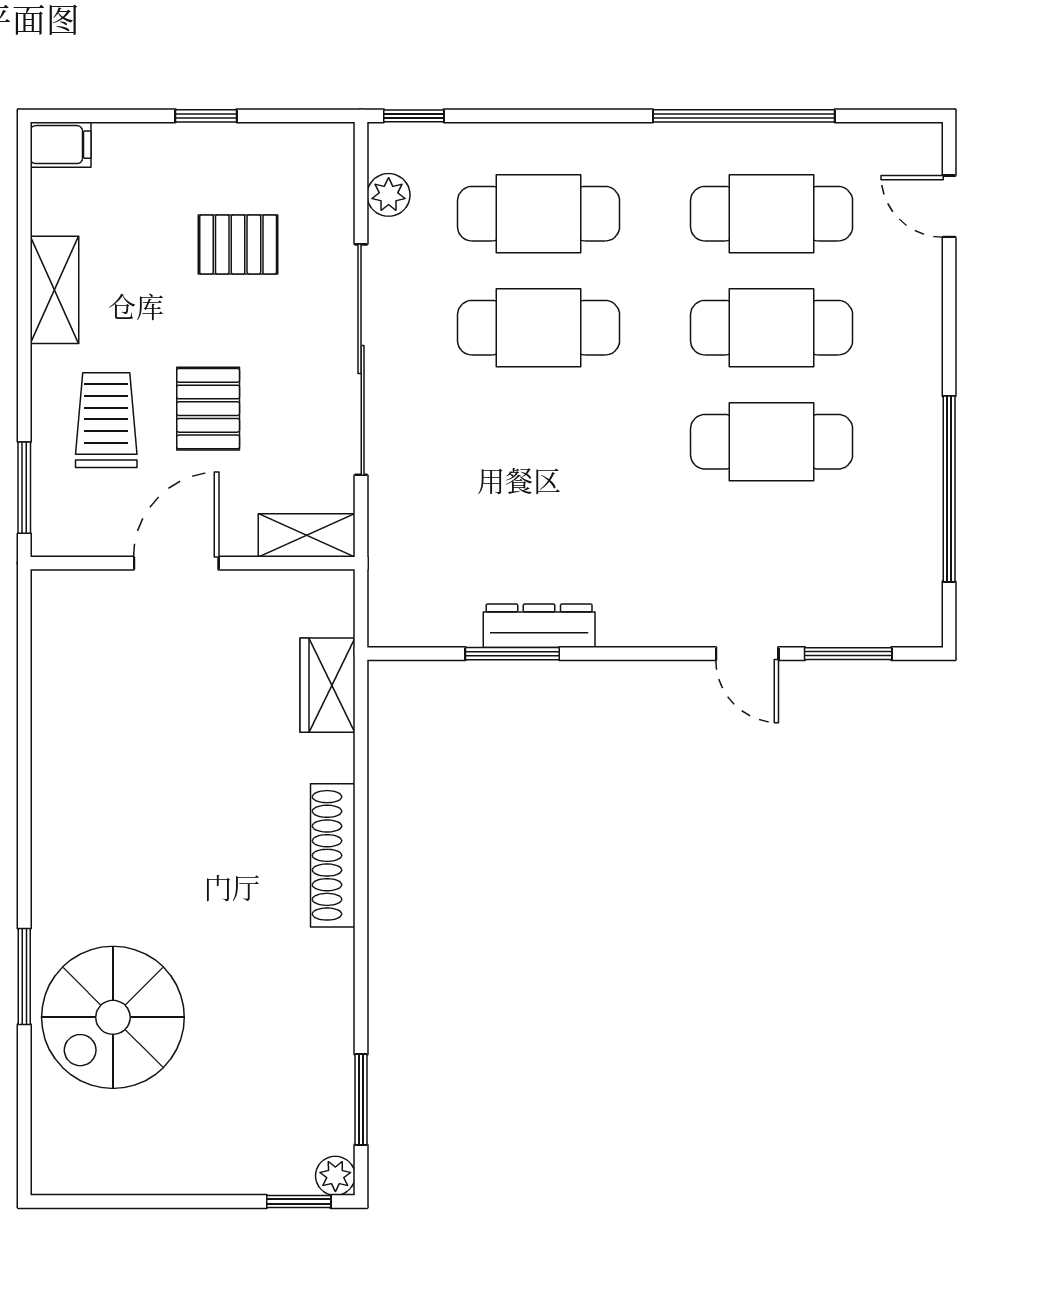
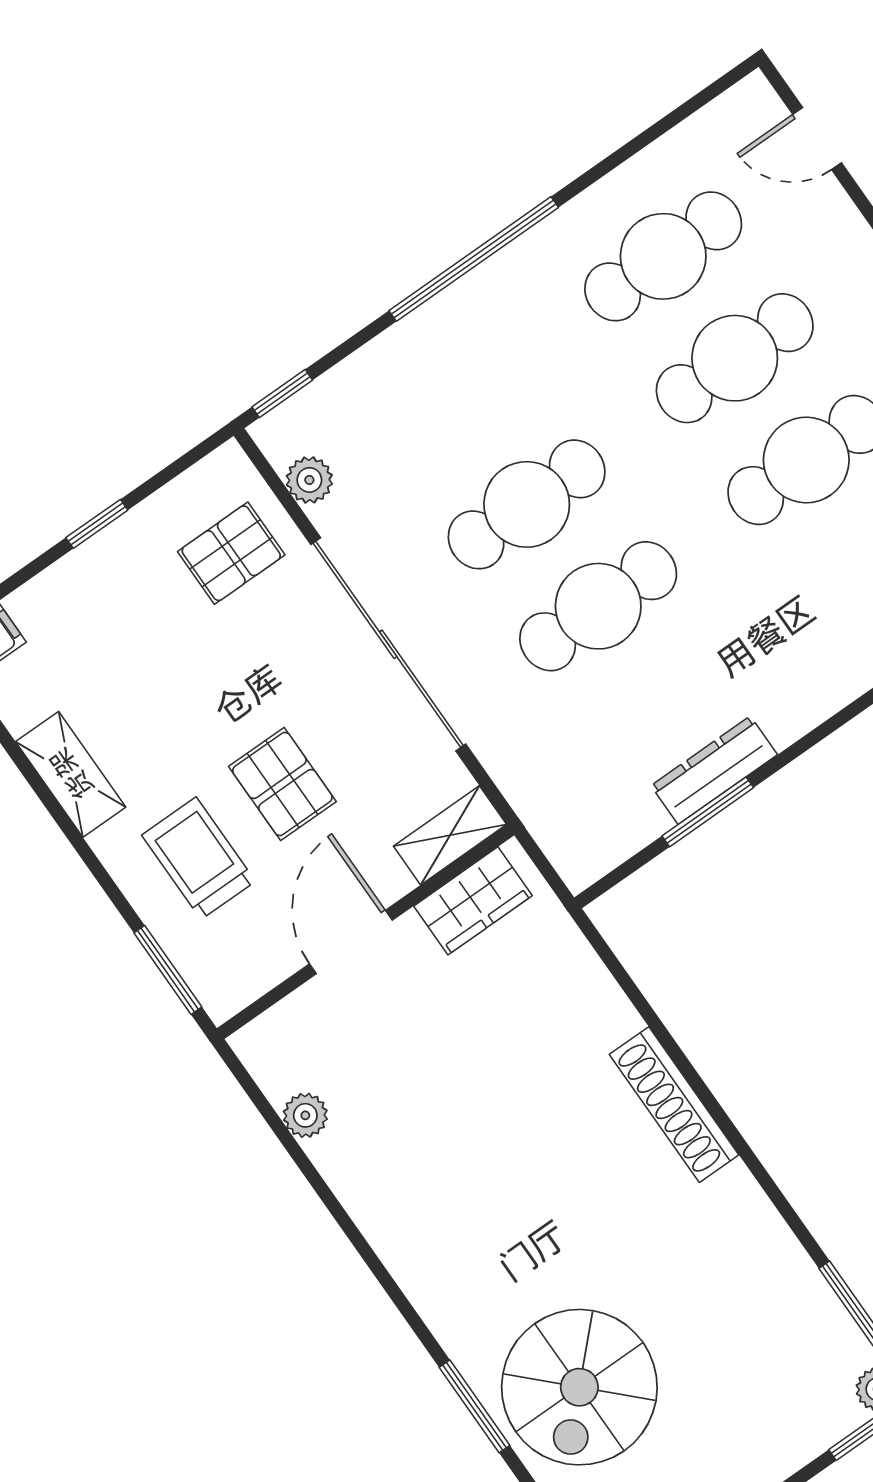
window: (744, 116) -> (474, 259), moved
cafe table: (539, 214) -> (598, 606), moved
pallet: (238, 244) -> (231, 553), moved
plant: (51, 669) -> (305, 1115), added
wardrobe: (328, 685) -> (473, 901), moved, turned -90

